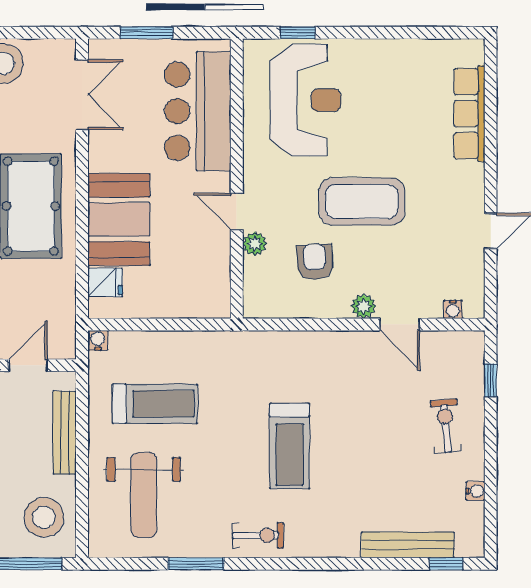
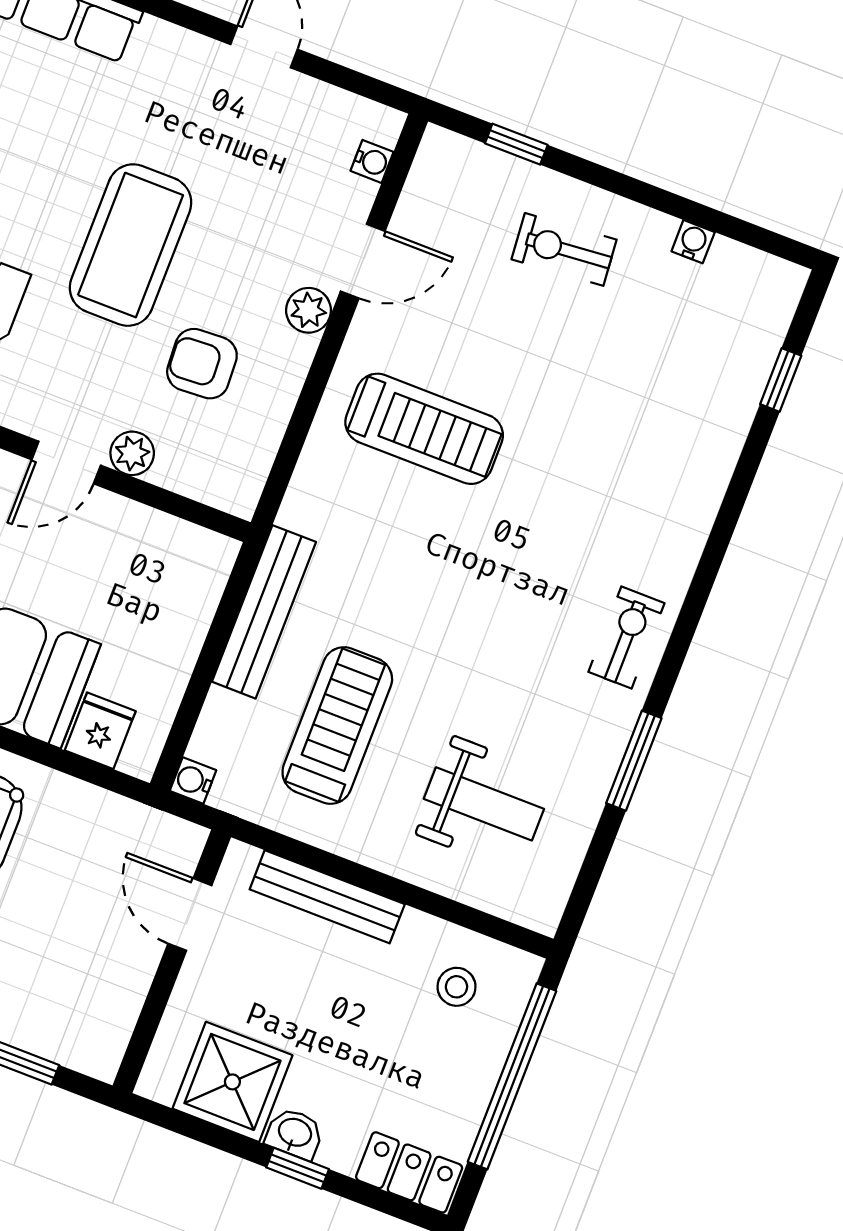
treadmill: (290, 446) -> (424, 429), moved
weight bench: (144, 495) -> (484, 804), width x0.73, depth x0.75
stool: (44, 517) -> (457, 987), width x0.53, depth x0.53
bench: (408, 545) -> (264, 612), moved
window: (446, 564) -> (781, 380), moved

